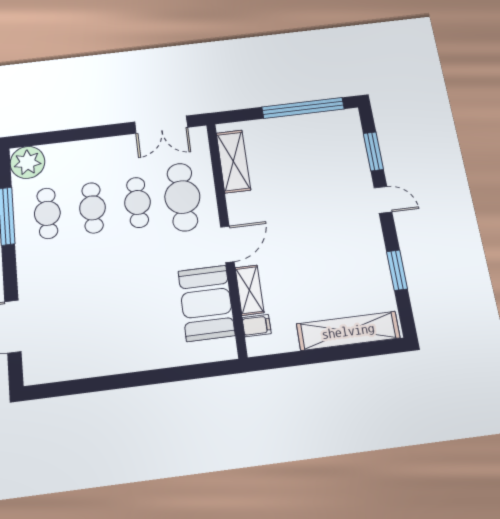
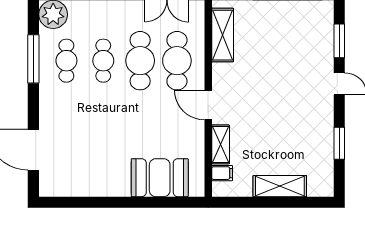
cafe table: (137, 202) -> (140, 61), width x1.37, depth x1.35
door: (227, 244) -> (208, 105), swing flipped
booth: (206, 303) -> (160, 178), moved, turned 90
shelving: (348, 331) -> (280, 186), width x0.68

